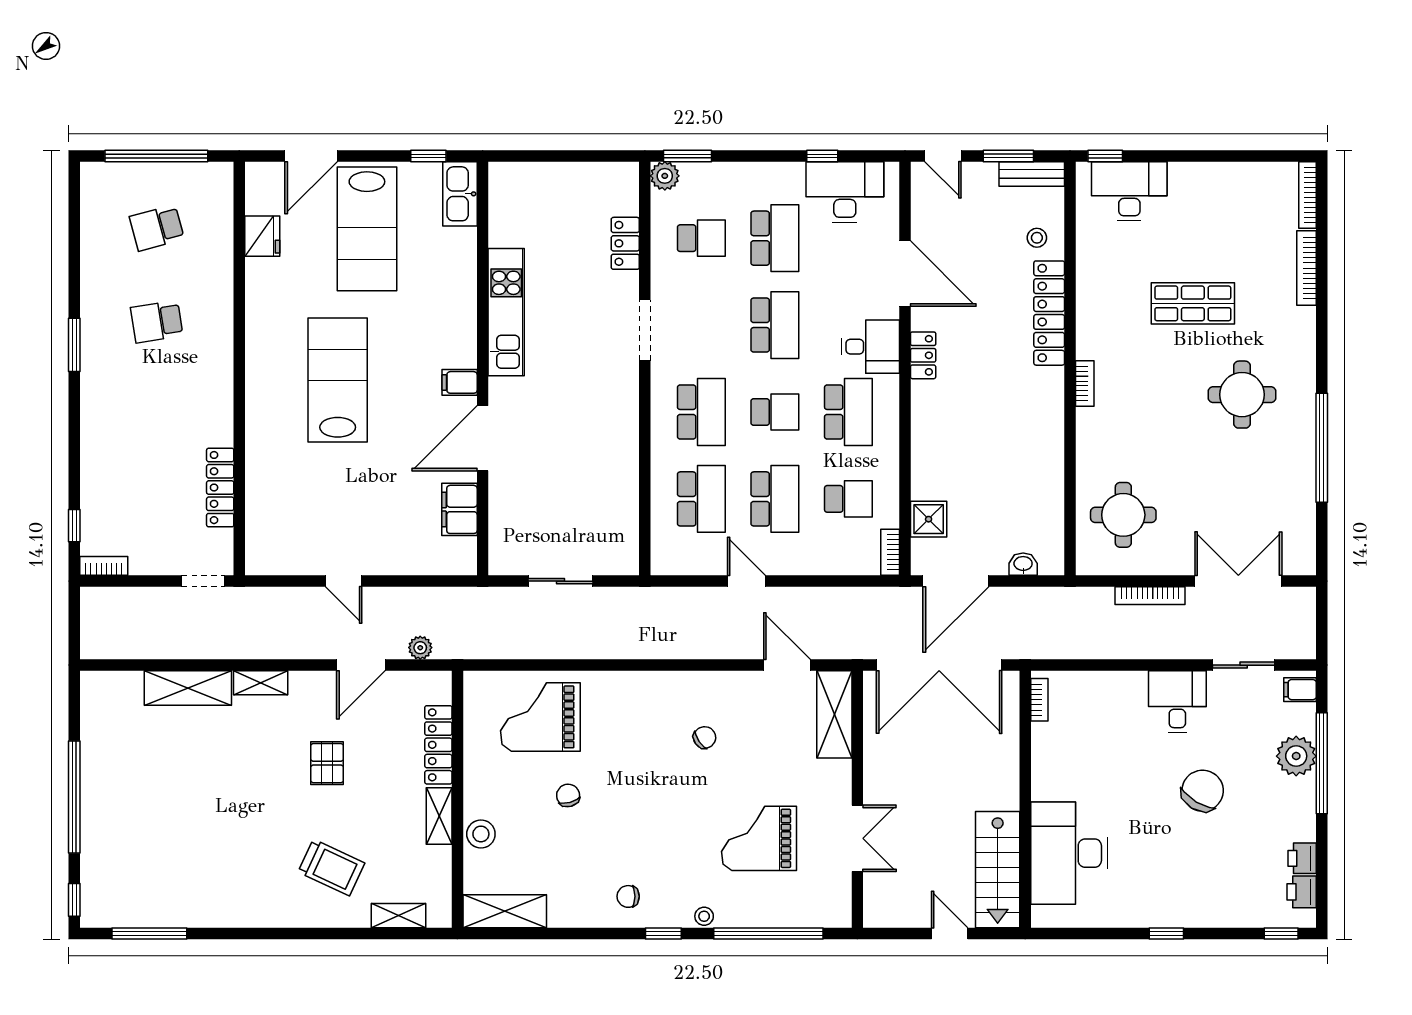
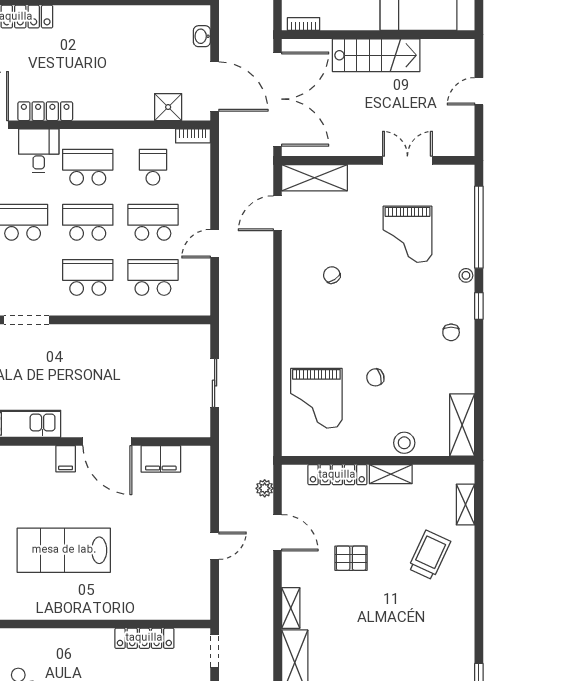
locker: (923, 355) -> (45, 111), width x1.53
school desk: (775, 412) -> (88, 222), width x1.85
stairs: (998, 870) -> (376, 55), moved

